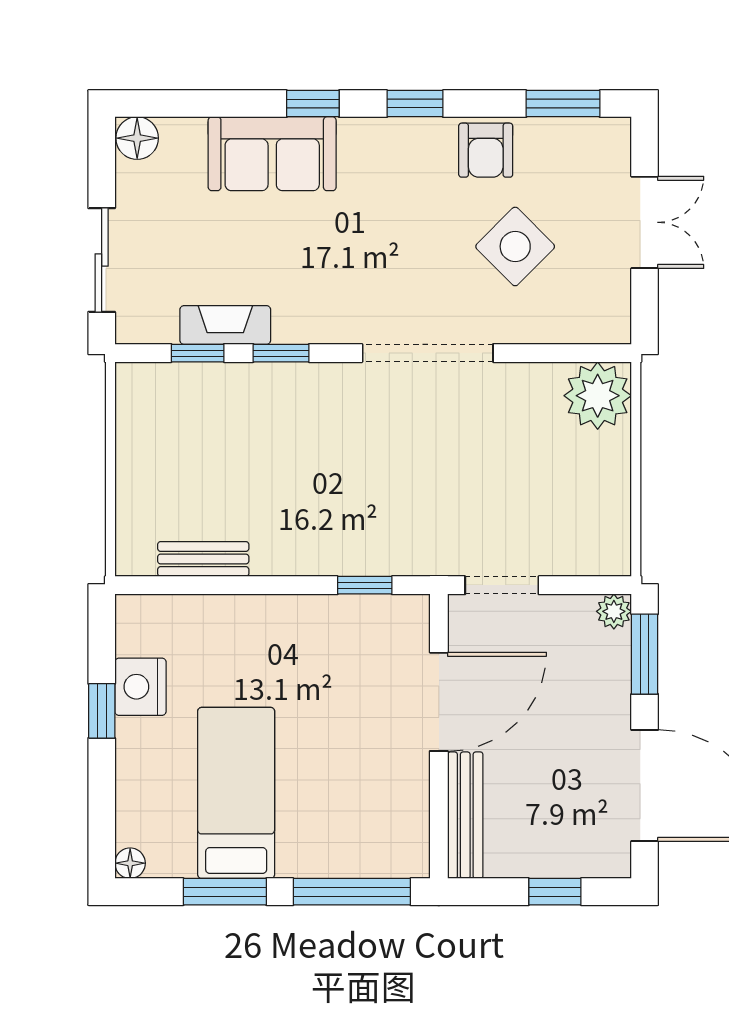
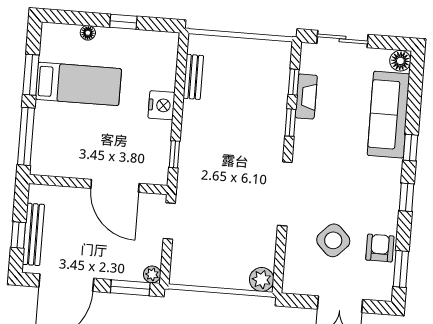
armchair: (486, 150) -> (380, 248), moved, turned 90
sofa: (272, 154) -> (388, 115), width x1.36
plant: (598, 396) -> (262, 279), width x0.73, depth x0.73
nightstand: (140, 687) -> (161, 105), moved, turned 90
bench: (465, 815) -> (33, 234), moved, turned 90
floor lamp: (130, 863) -> (88, 33), moved

